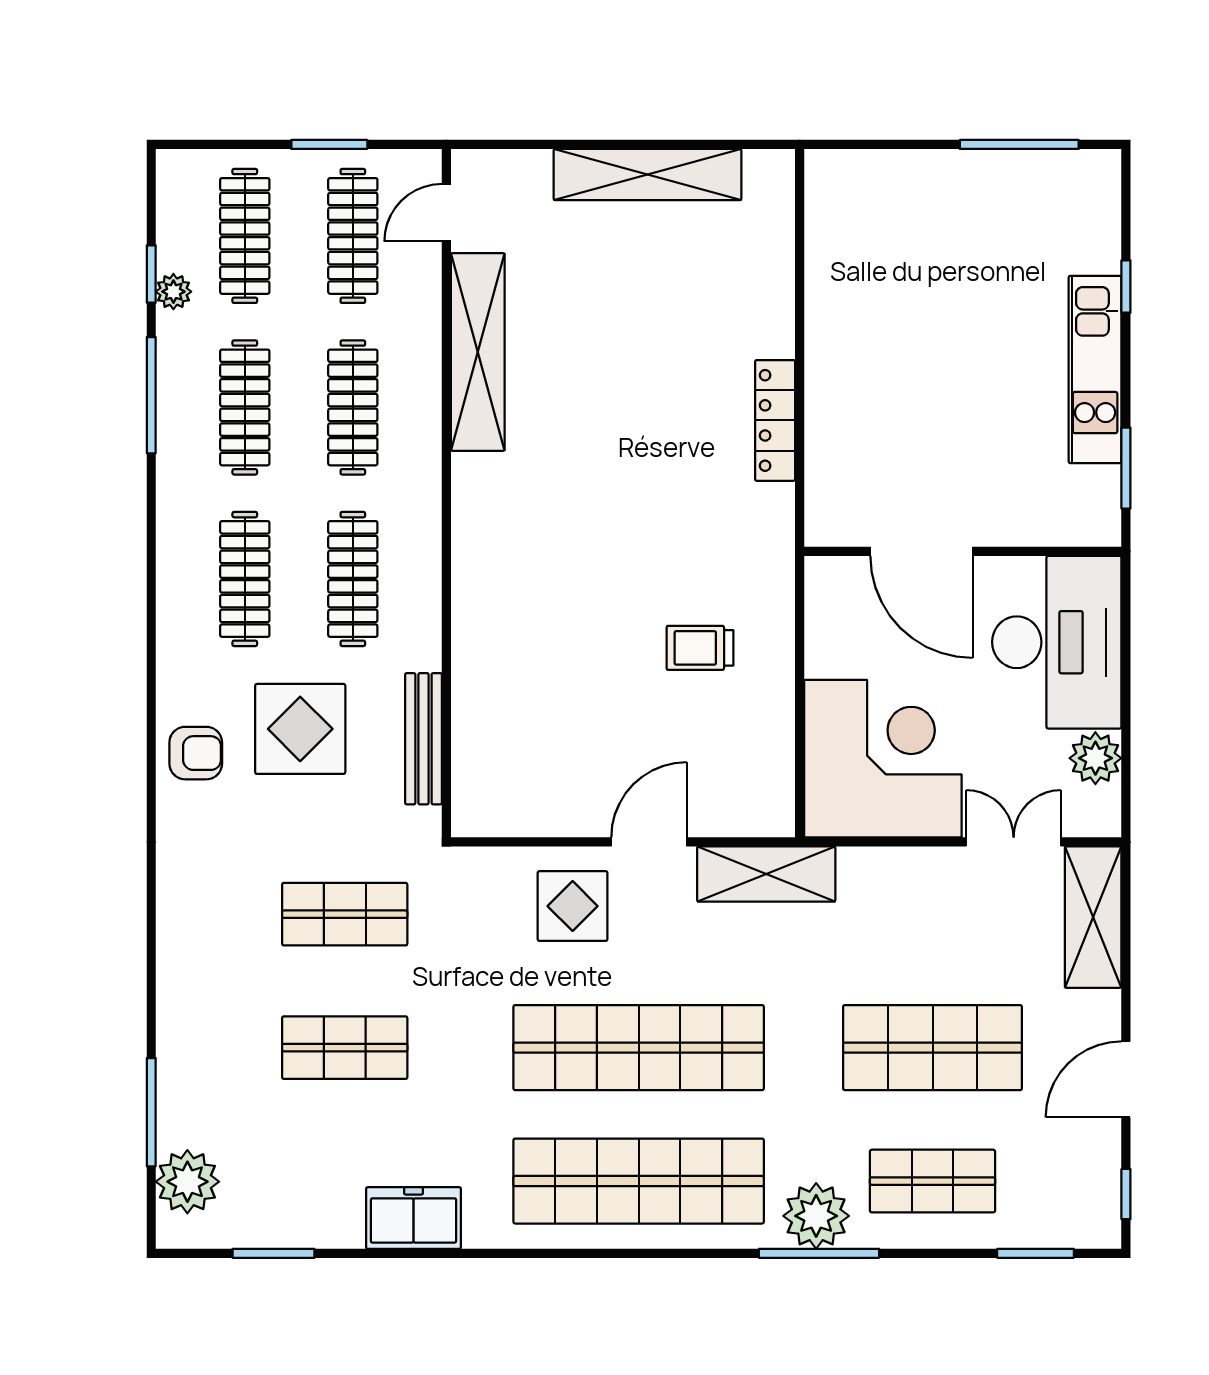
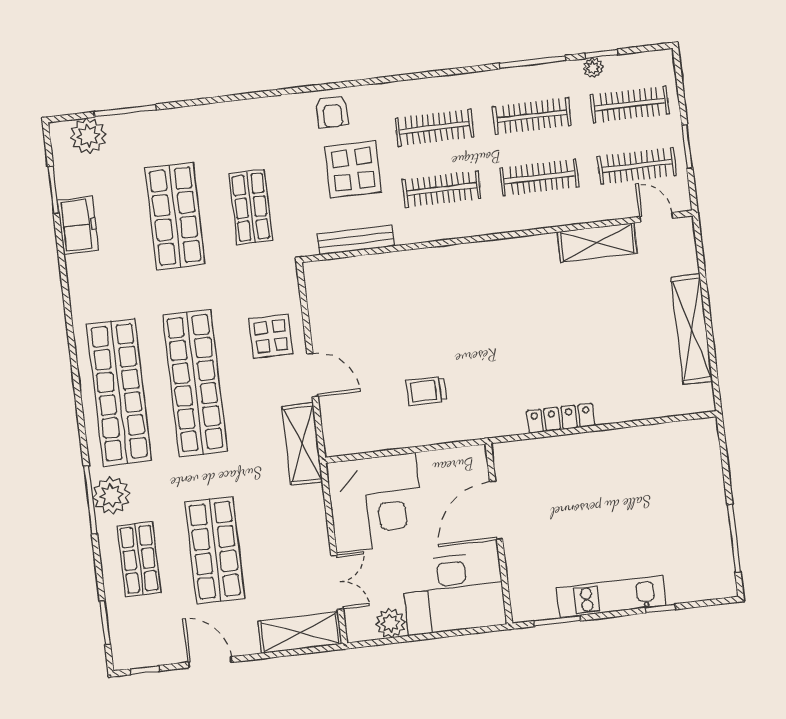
shelving: (478, 352) -> (597, 243), width x0.68
trolley: (700, 648) -> (426, 391), turned -90
shop shelf: (345, 1048) -> (175, 216), width x1.43, depth x1.36
freezer: (413, 1218) -> (78, 225), moved

